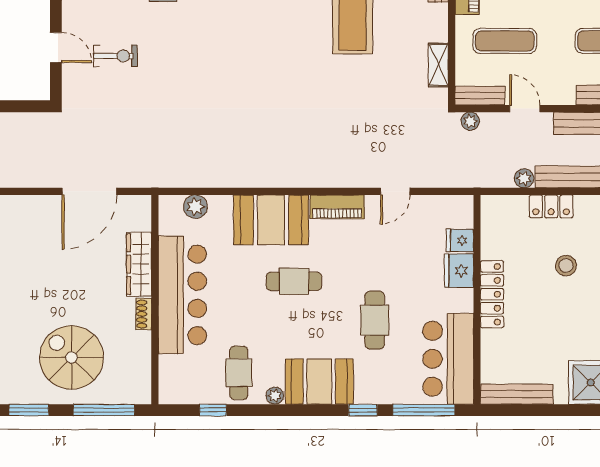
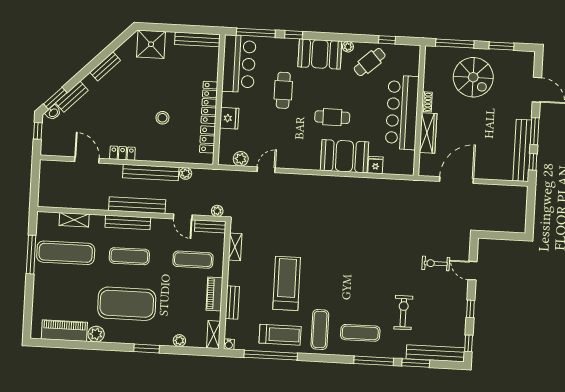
locker: (551, 206) -> (207, 139), moved, turned -90
plant: (195, 207) -> (241, 159), moved
piano: (337, 207) -> (303, 162), removed
fridge: (460, 241) -> (376, 165), moved, turned -90
cafe table: (239, 373) -> (370, 62), turned 48

